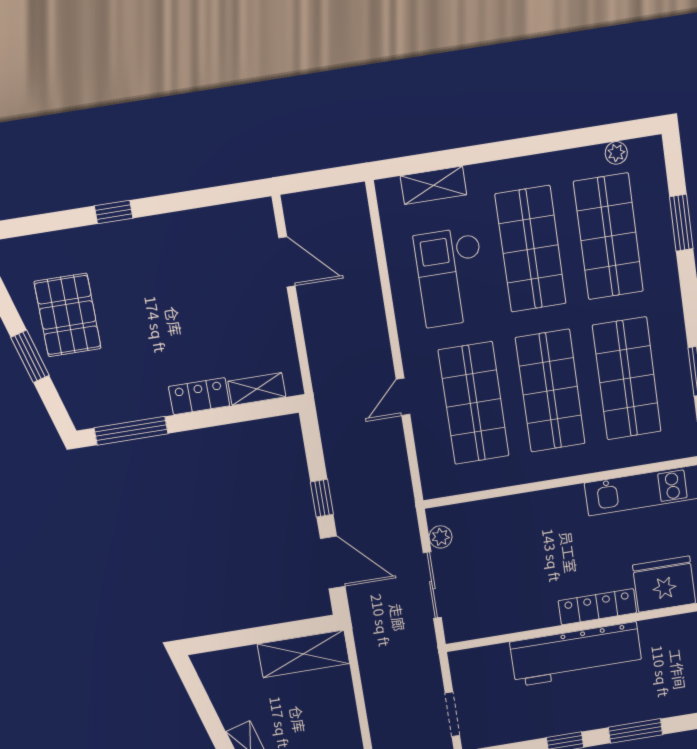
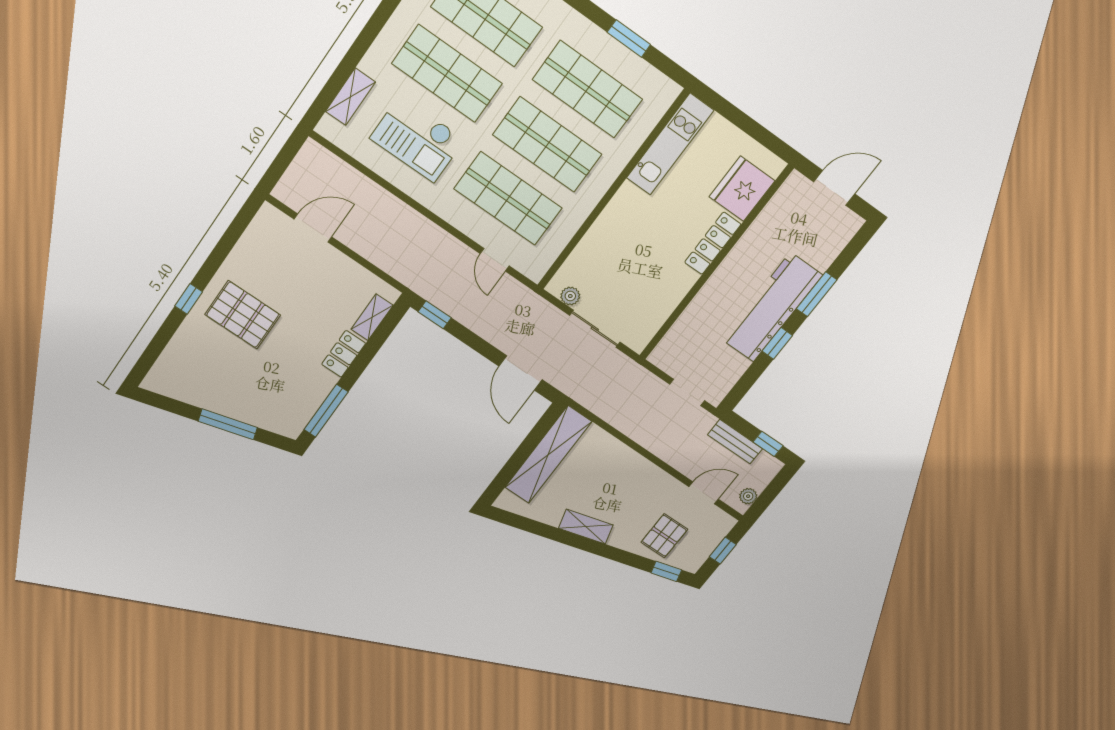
pallet: (68, 315) -> (243, 315), moved
window: (30, 356) -> (228, 424), width x1.44
door: (403, 397) -> (495, 260), moved
window: (322, 498) -> (435, 315), moved
door: (333, 562) -> (521, 373), swing flipped
shelving: (303, 654) -> (548, 455), width x1.47
workbench: (576, 654) -> (772, 307), moved, turned 180

